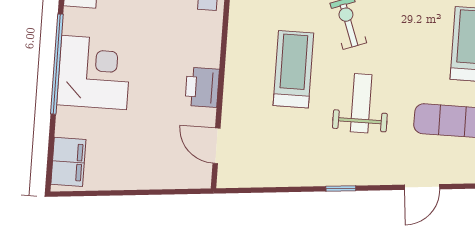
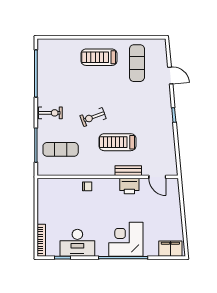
bench: (234, 87) -> (128, 171), added
weight bench: (361, 103) -> (132, 108), removed
door: (217, 146) -> (157, 177), hinge flipped

